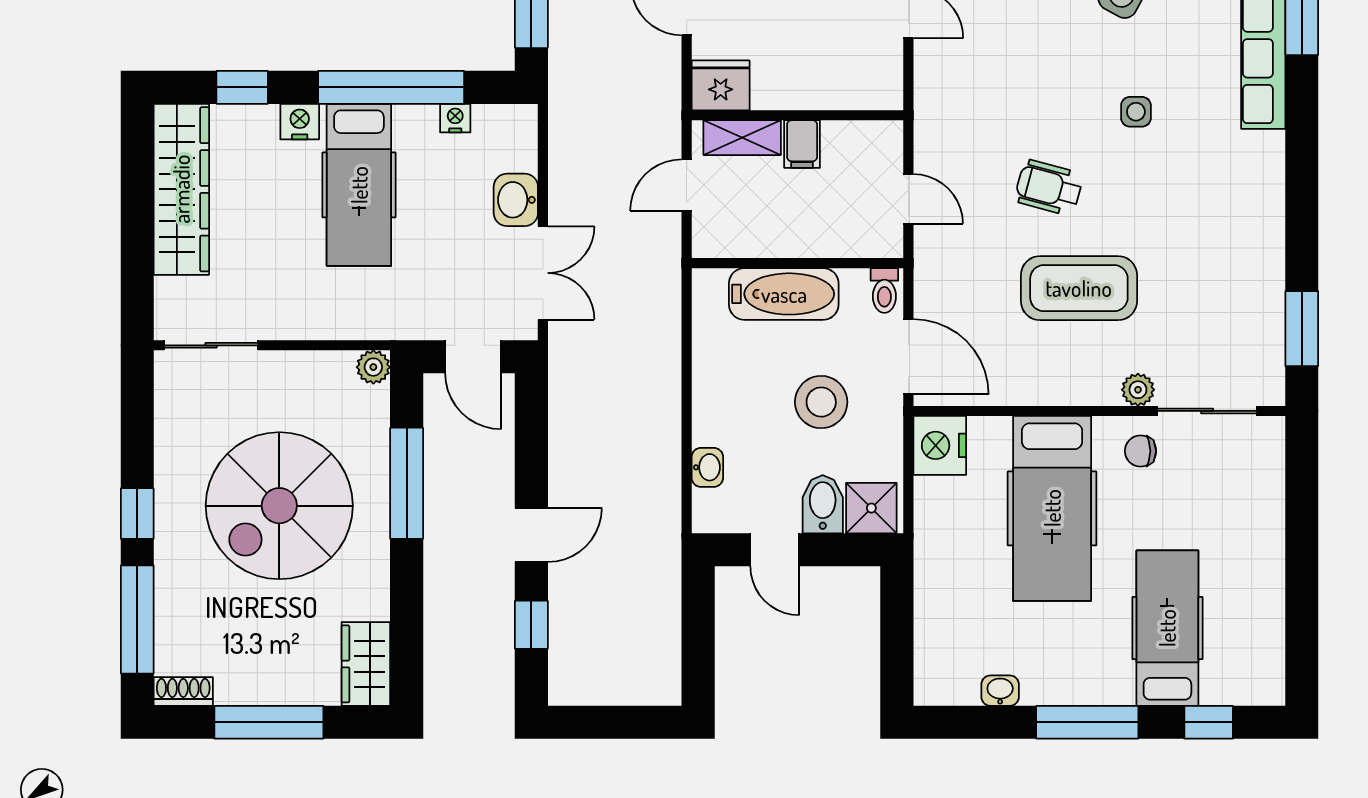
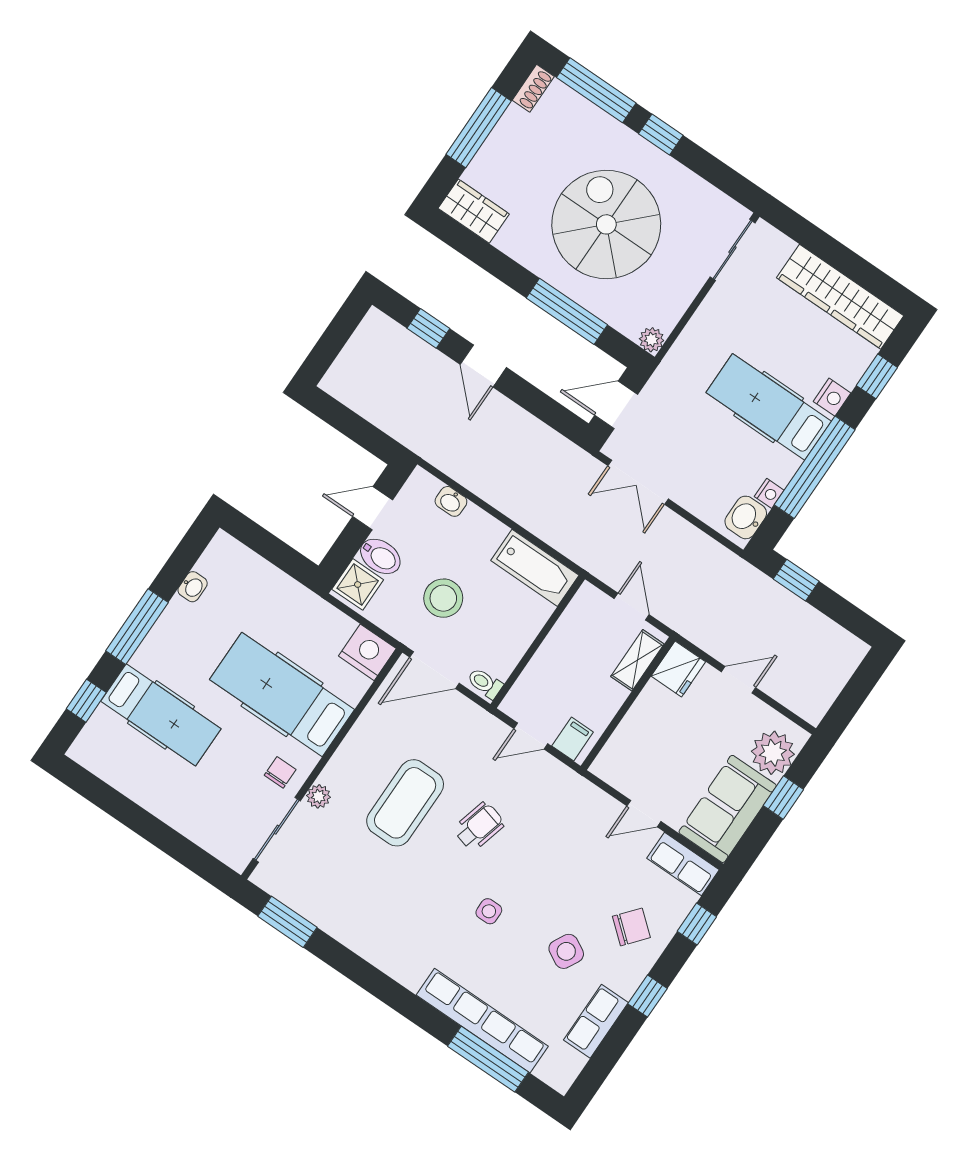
filing cabinet: (802, 144) -> (573, 739), moved, turned 90
washbasin: (516, 200) -> (746, 517), moved, turned -90
bathtub: (784, 294) -> (535, 568), moved, turned -90

